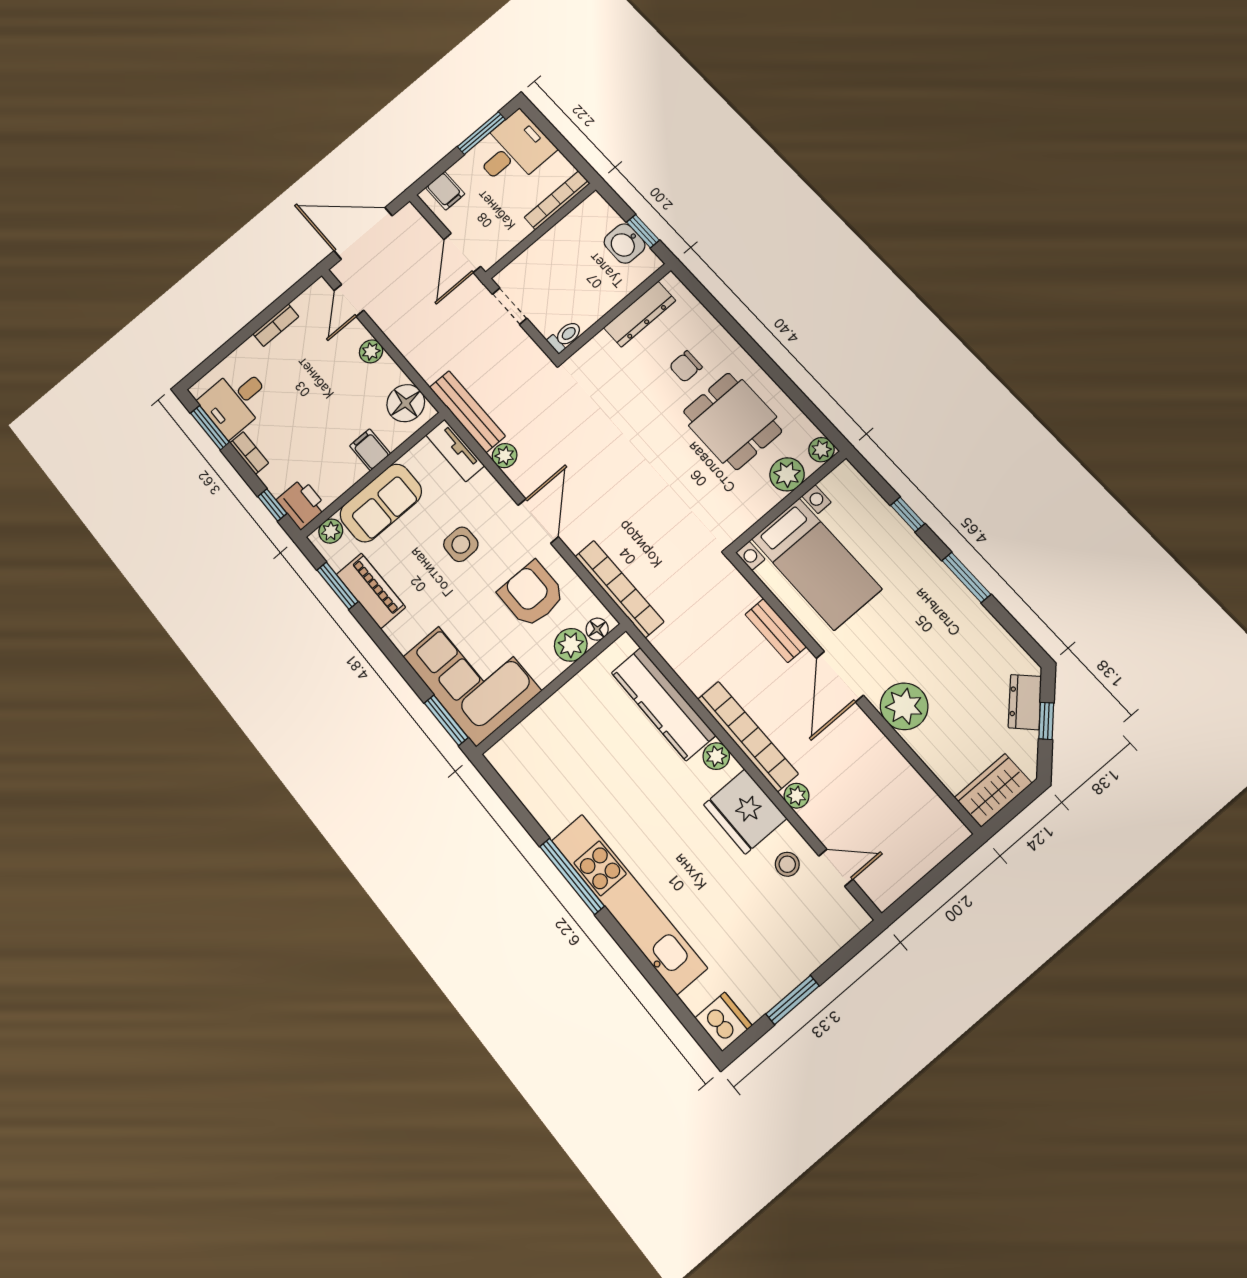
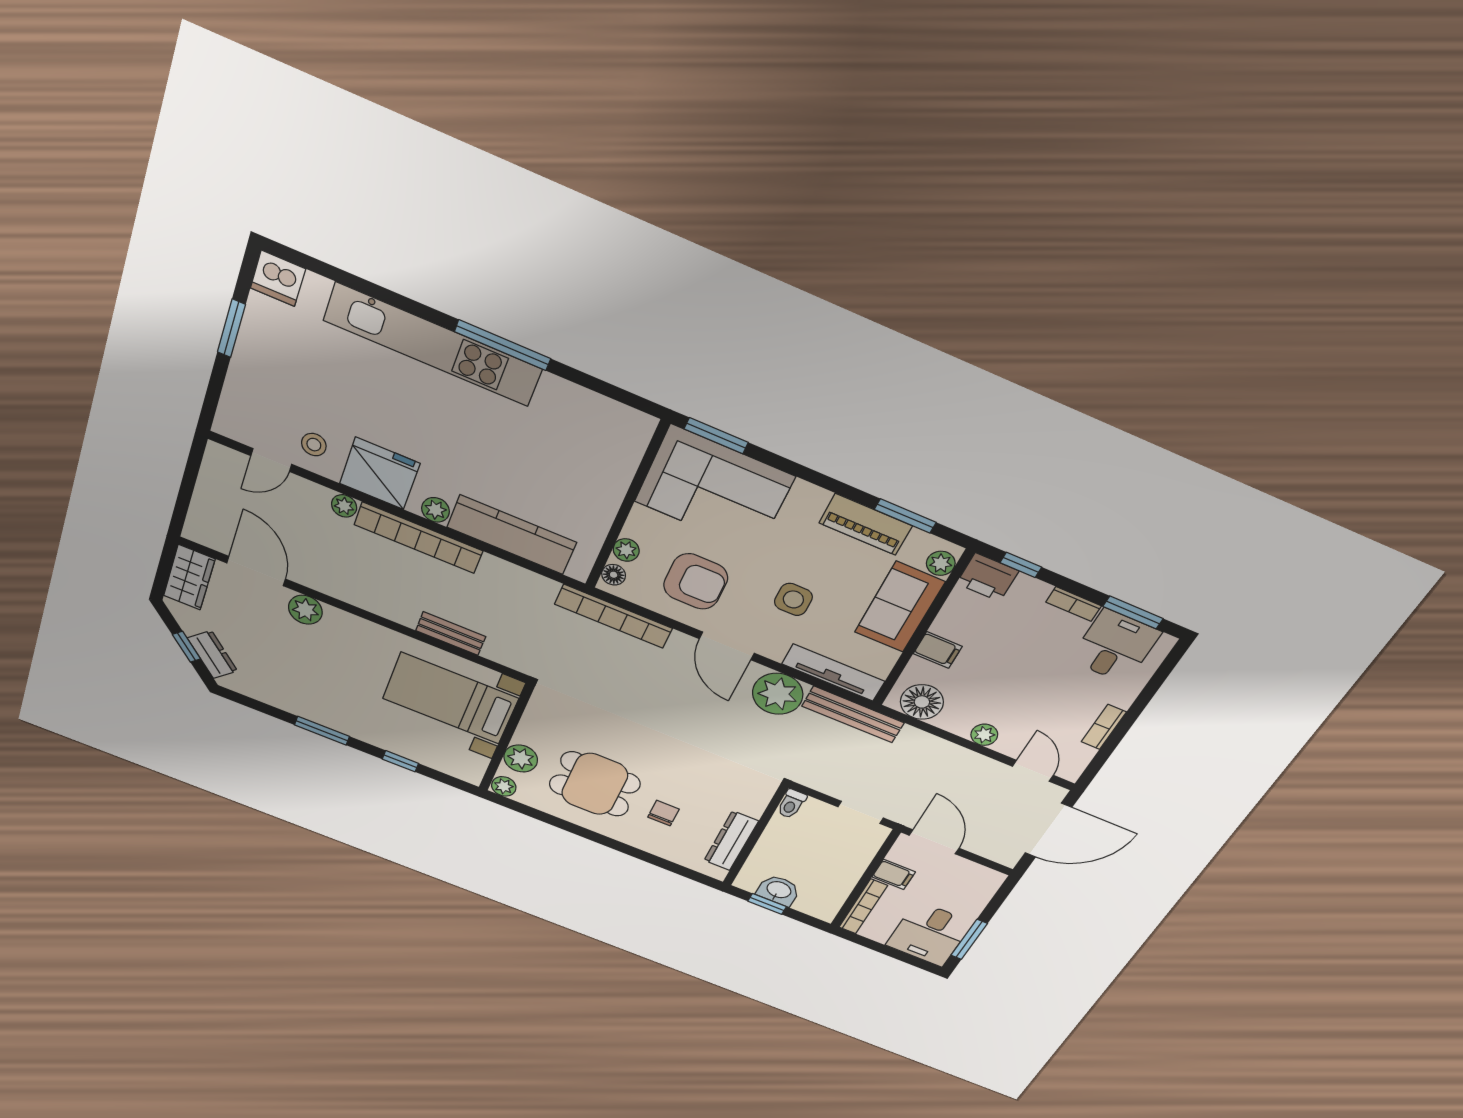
filing cabinet: (445, 191) -> (894, 874), moved, turned 180
tv unit: (455, 450) -> (833, 673), width x1.41
plant: (505, 456) -> (778, 694), width x1.88, depth x1.88
plant: (571, 645) -> (626, 550), width x0.73, depth x0.73
door: (840, 677) -> (256, 571), moved
plant: (904, 706) -> (305, 610), width x0.73, depth x0.73

